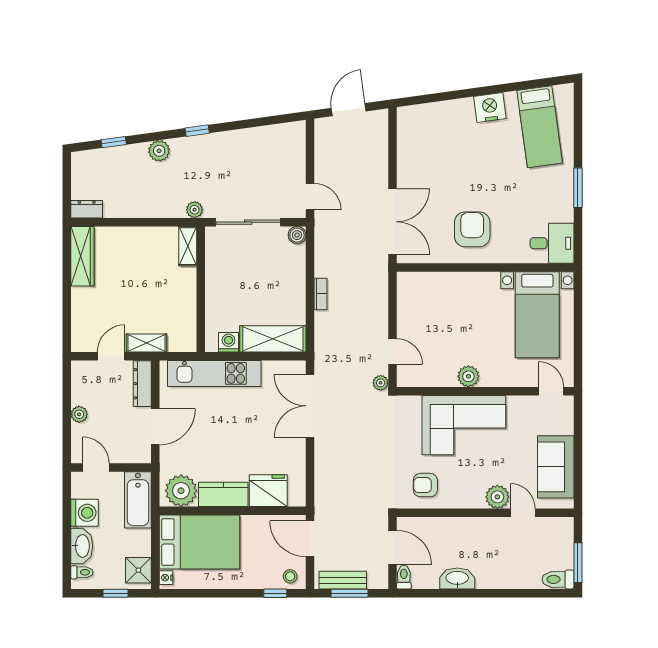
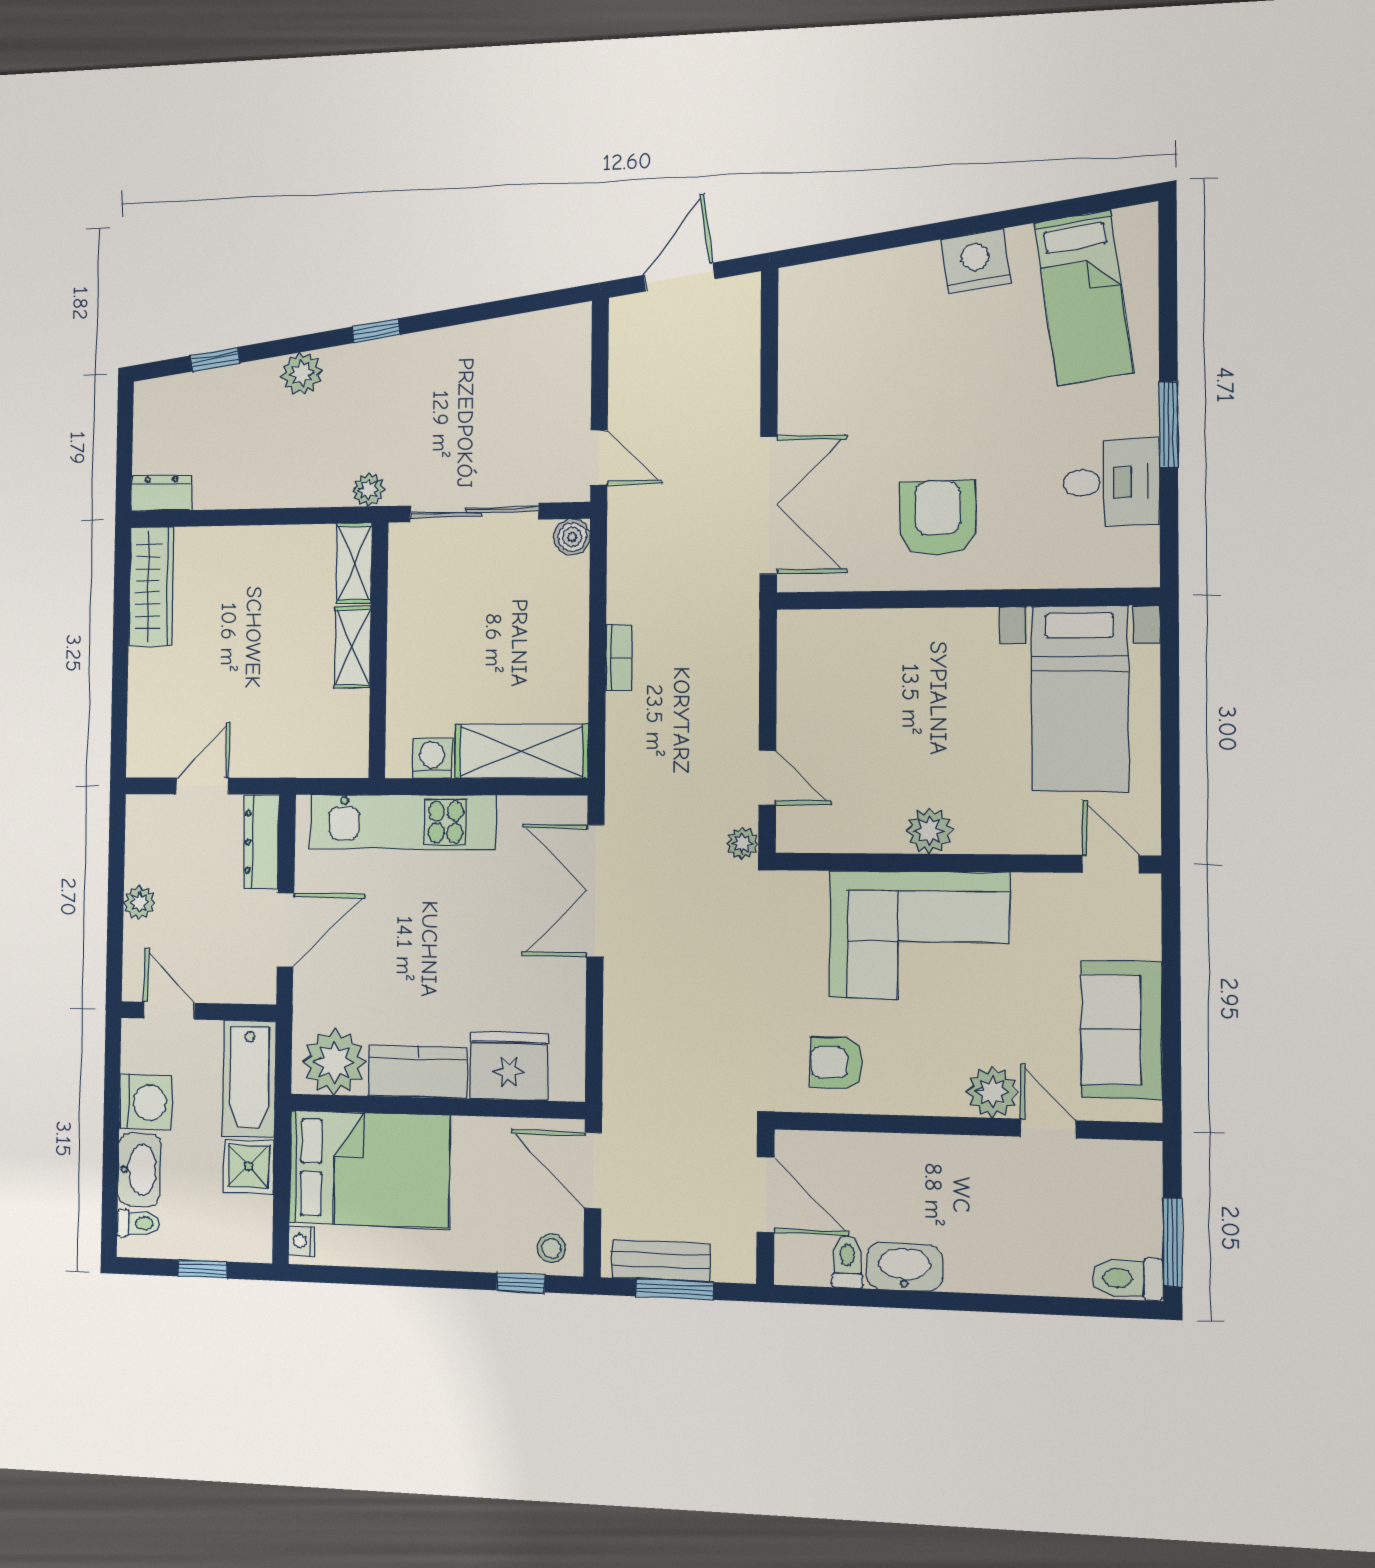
desk: (552, 243) -> (1111, 482), moved
shelving: (147, 343) -> (353, 647), moved, turned 90
shower: (138, 570) -> (249, 1167), moved
toilet: (404, 577) -> (847, 1262), moved

